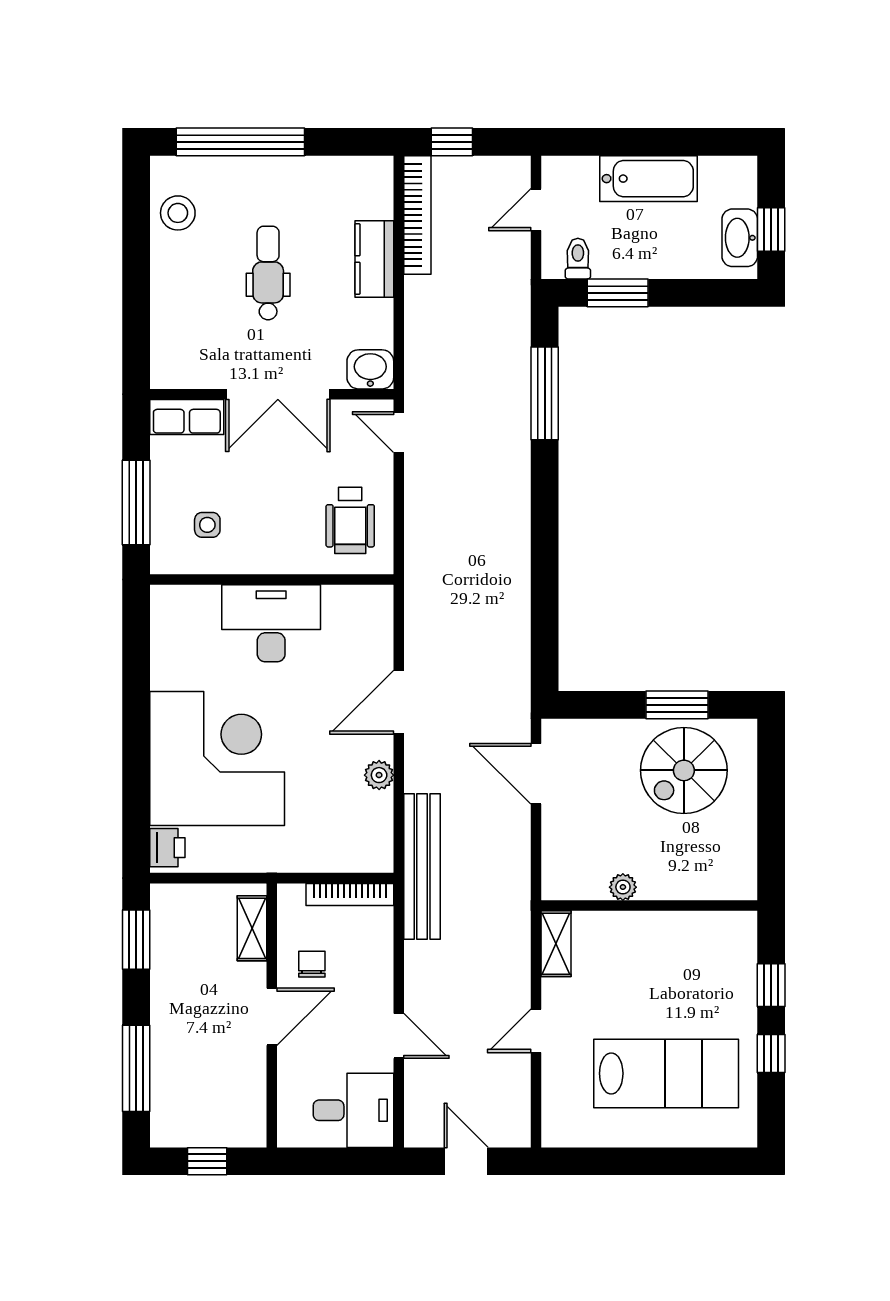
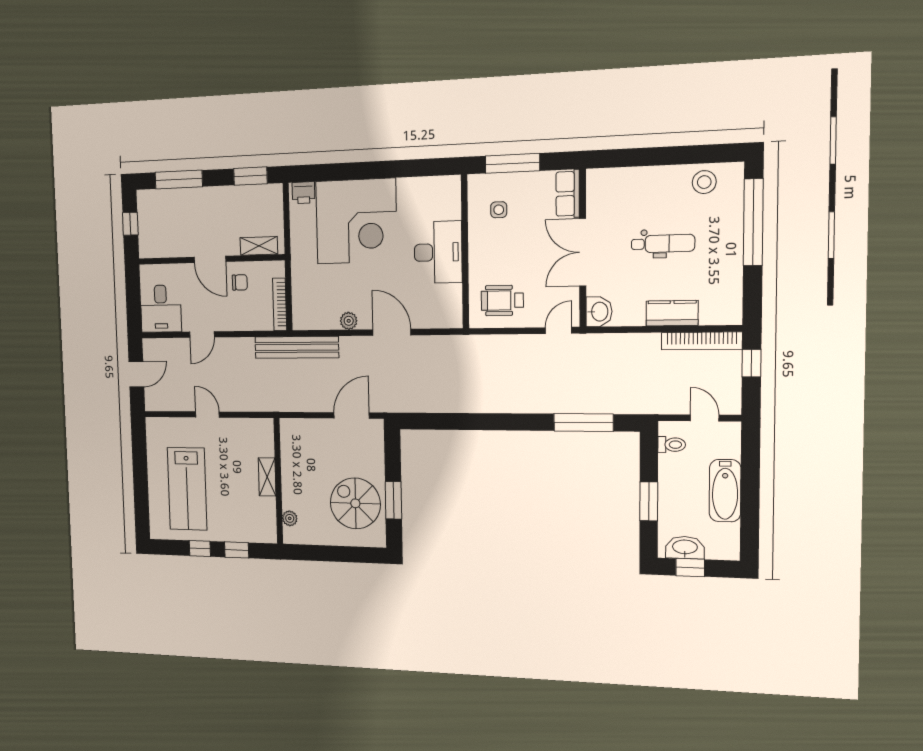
window: (618, 293) -> (649, 501), moved
plant: (623, 887) -> (290, 518), moved
shelving: (556, 944) -> (267, 477), moved, turned 90

